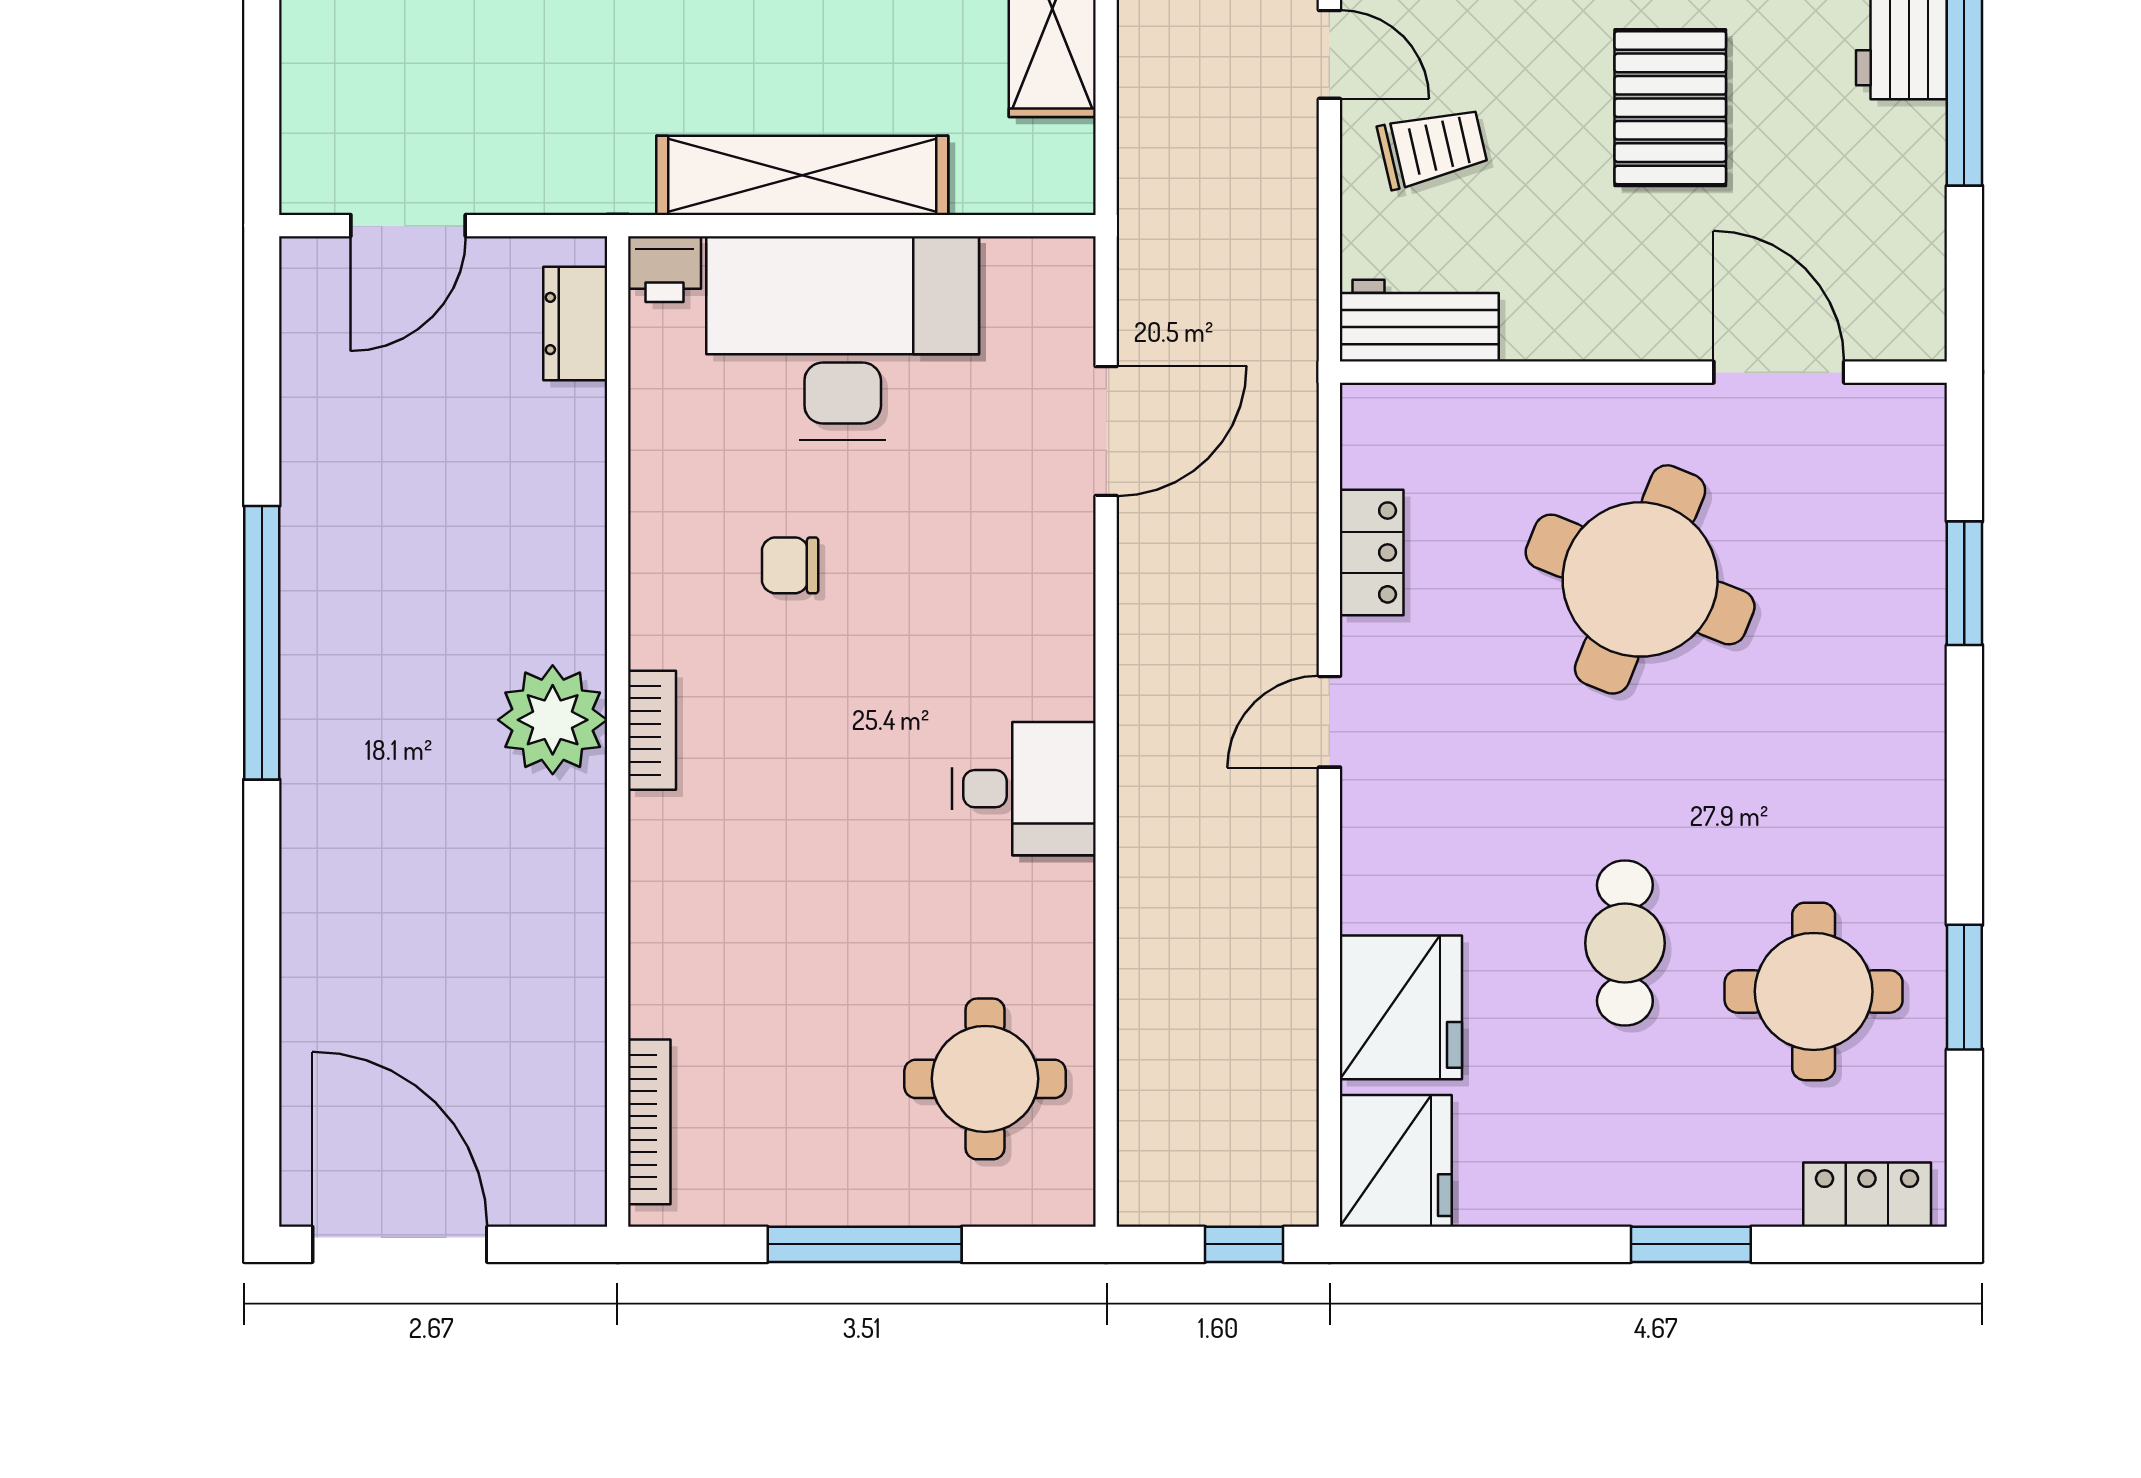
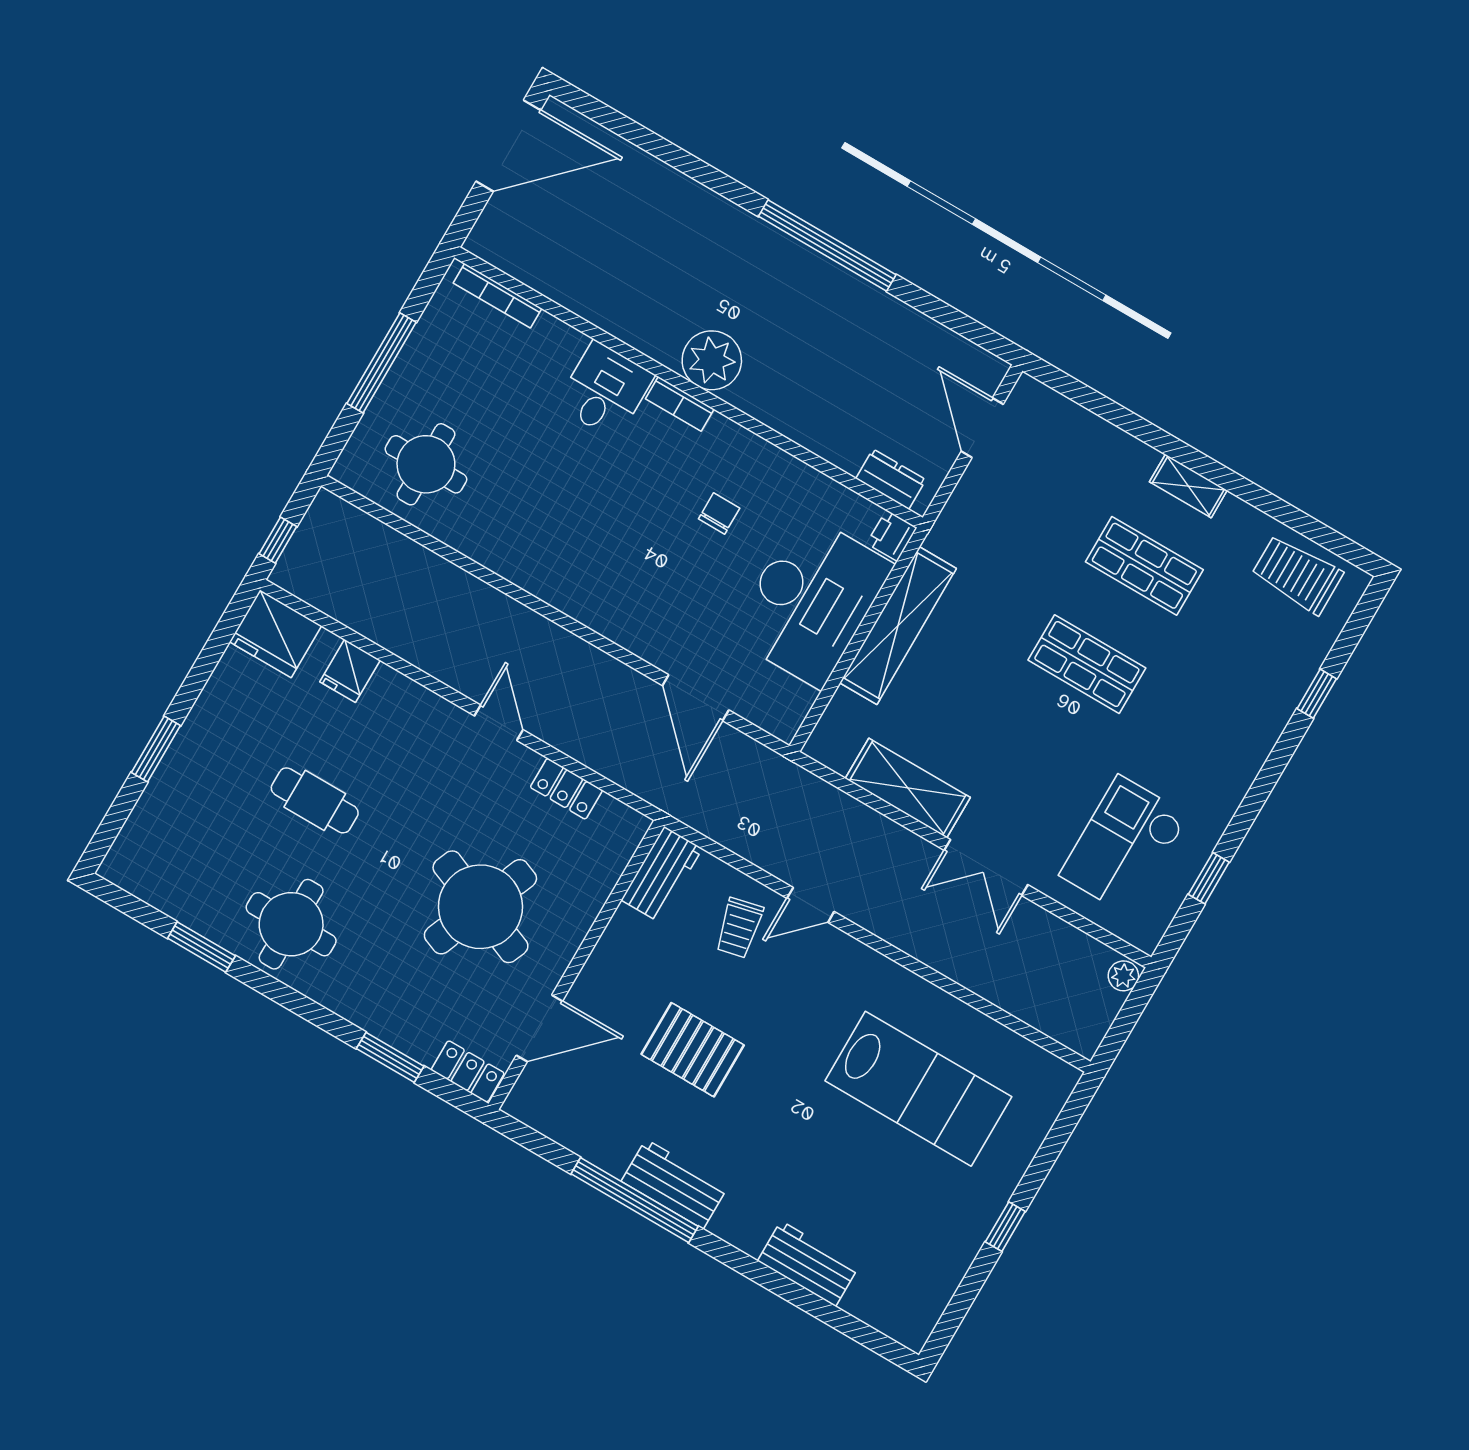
desk: (1024, 789) -> (605, 390), moved, turned 180
round table: (1814, 991) -> (291, 924), moved
fridge: (1401, 1007) -> (350, 671), width x0.53, depth x0.75
locker: (1867, 1195) -> (468, 1071), moved, turned -90

